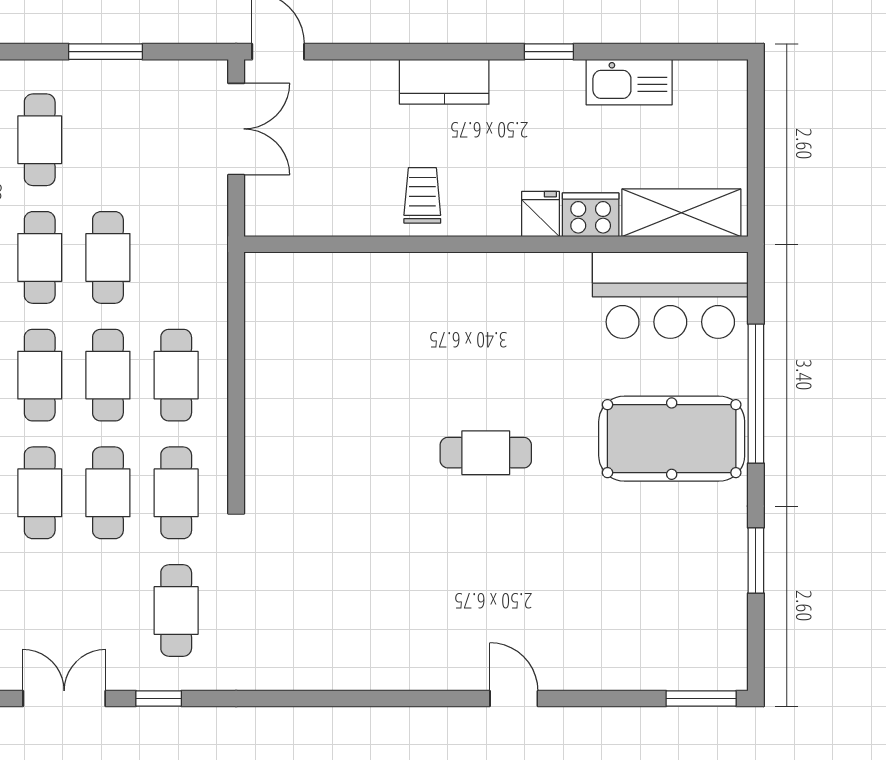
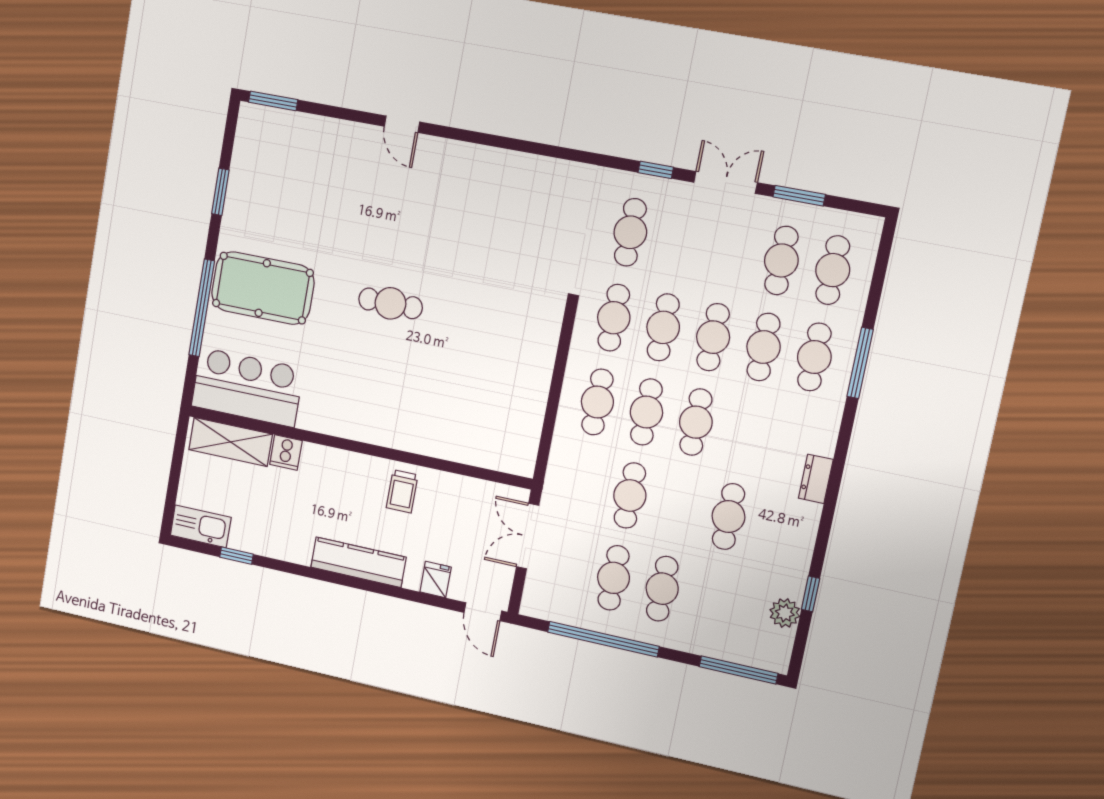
window: (105, 52) -> (603, 639), width x2.11
window: (549, 52) -> (236, 556), moved
kitchen counter: (444, 82) -> (358, 562), width x1.50
kitchen sink: (629, 82) -> (201, 526), moved
double door: (236, 129) -> (528, 536), moved
fridge: (540, 214) -> (435, 580), moved, turned 180
cooker: (591, 215) -> (286, 452), width x0.73
cafe table: (40, 257) -> (614, 578), moved
double door: (64, 699) -> (726, 182), swing flipped

